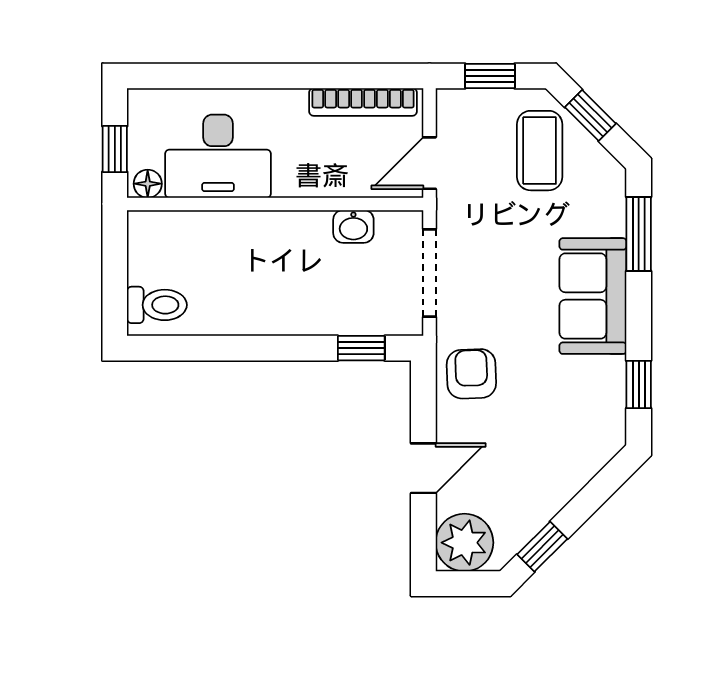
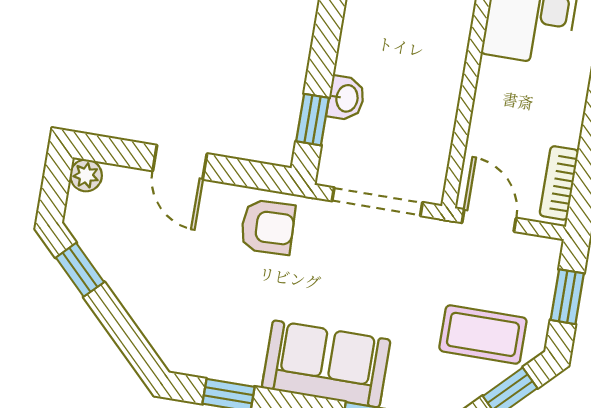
bookcase: (363, 102) -> (559, 183), width x0.64
washbasin: (353, 226) -> (346, 98), moved, turned 180
plant: (464, 543) -> (86, 175), width x0.53, depth x0.53

